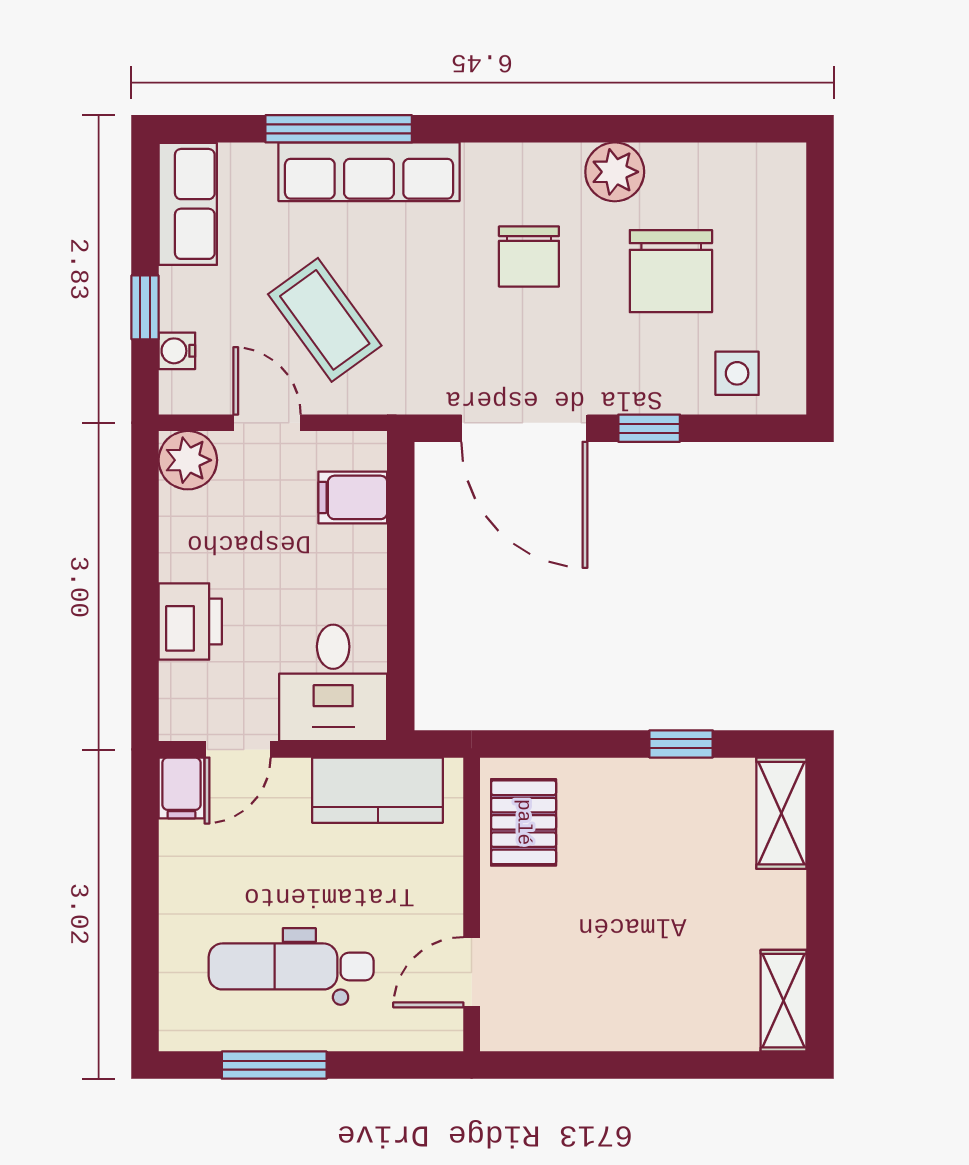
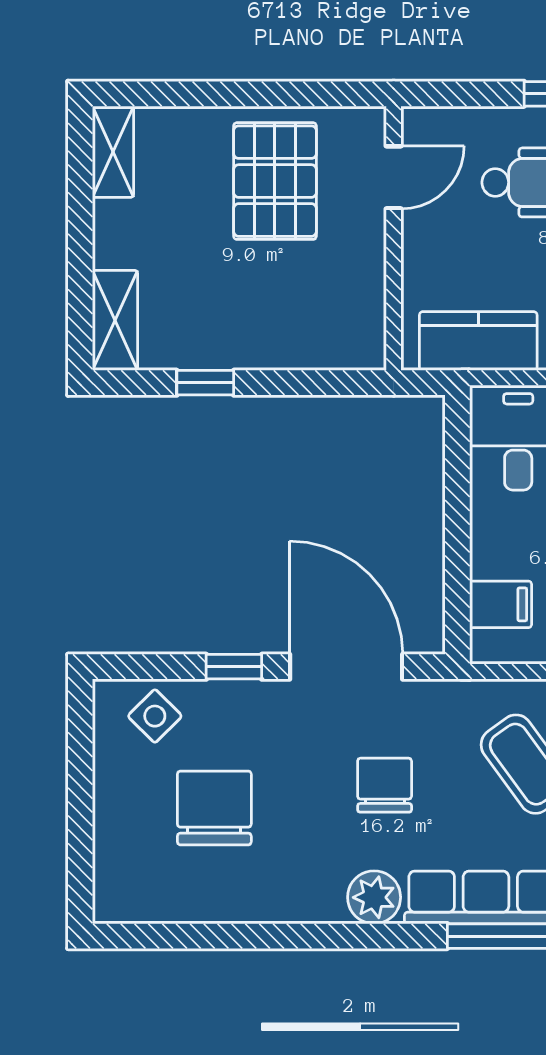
plant: (615, 172) -> (374, 897), moved
chair: (529, 256) -> (385, 785), moved
side table: (737, 373) -> (155, 716), turned 45
pallet: (524, 822) -> (275, 181), moved, width x1.50, depth x1.42

